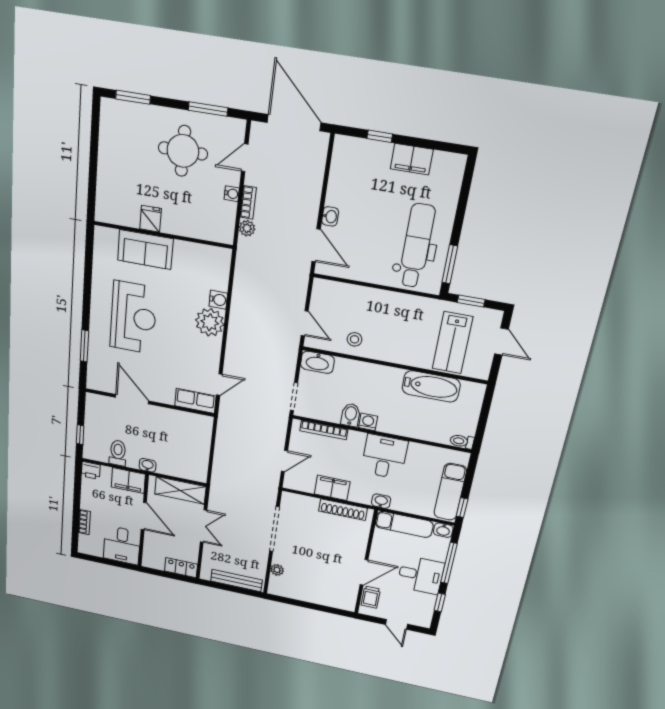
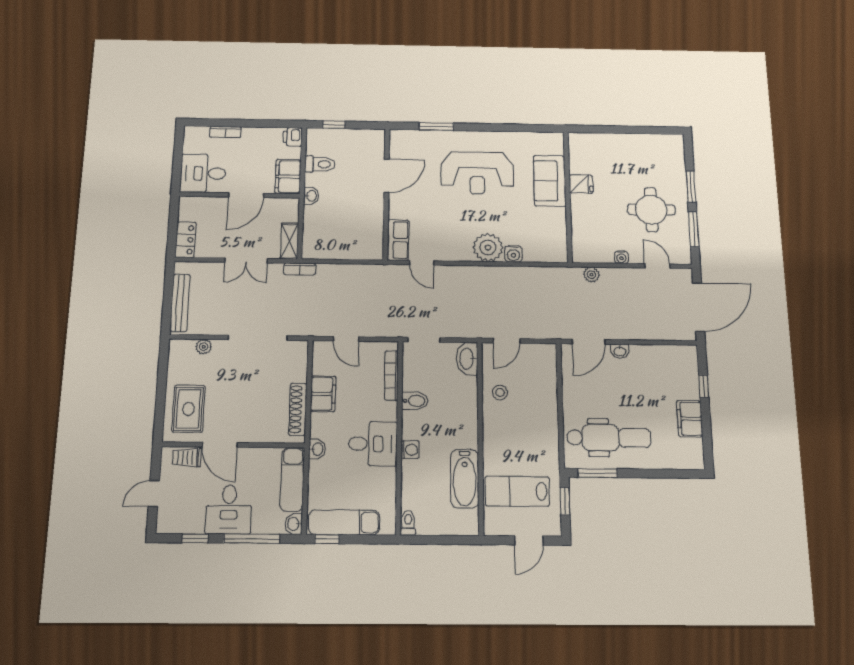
window: (133, 97) -> (691, 187), moved
bookcase: (248, 202) -> (300, 269), moved
washing machine: (368, 422) -> (410, 450), moved
shelving: (180, 490) -> (289, 241), width x0.67, depth x0.75
rug: (329, 589) -> (188, 409), added

